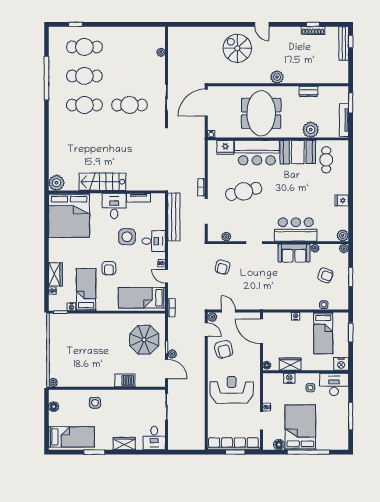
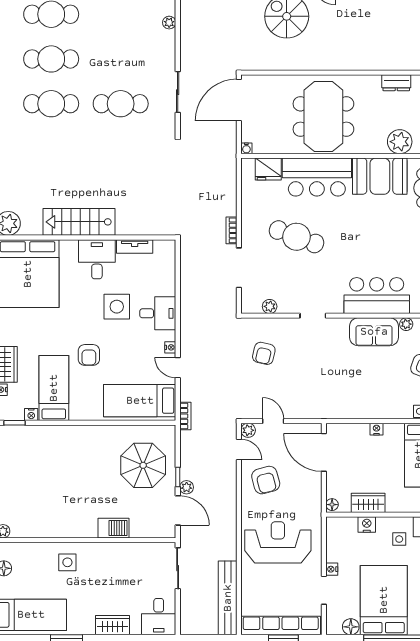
plant: (277, 77) -> (348, 61), removed
cafe table: (244, 191) -> (296, 237), turned 34
bench: (174, 217) -> (228, 598), moved

